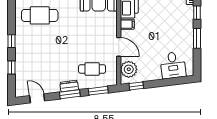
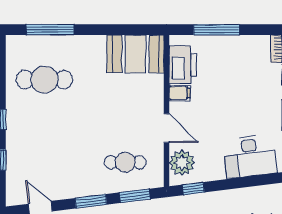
desk: (173, 65) -> (250, 156), width x1.37
dresser: (69, 86) -> (90, 189), removed

